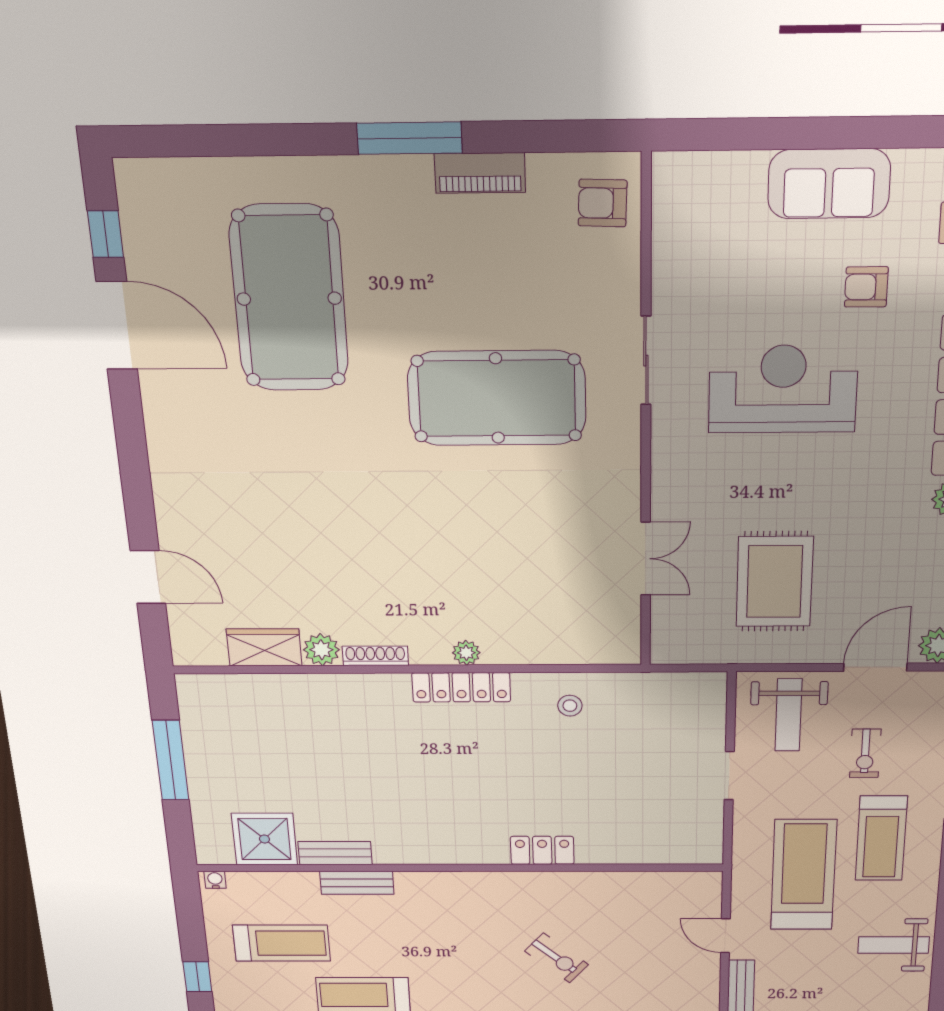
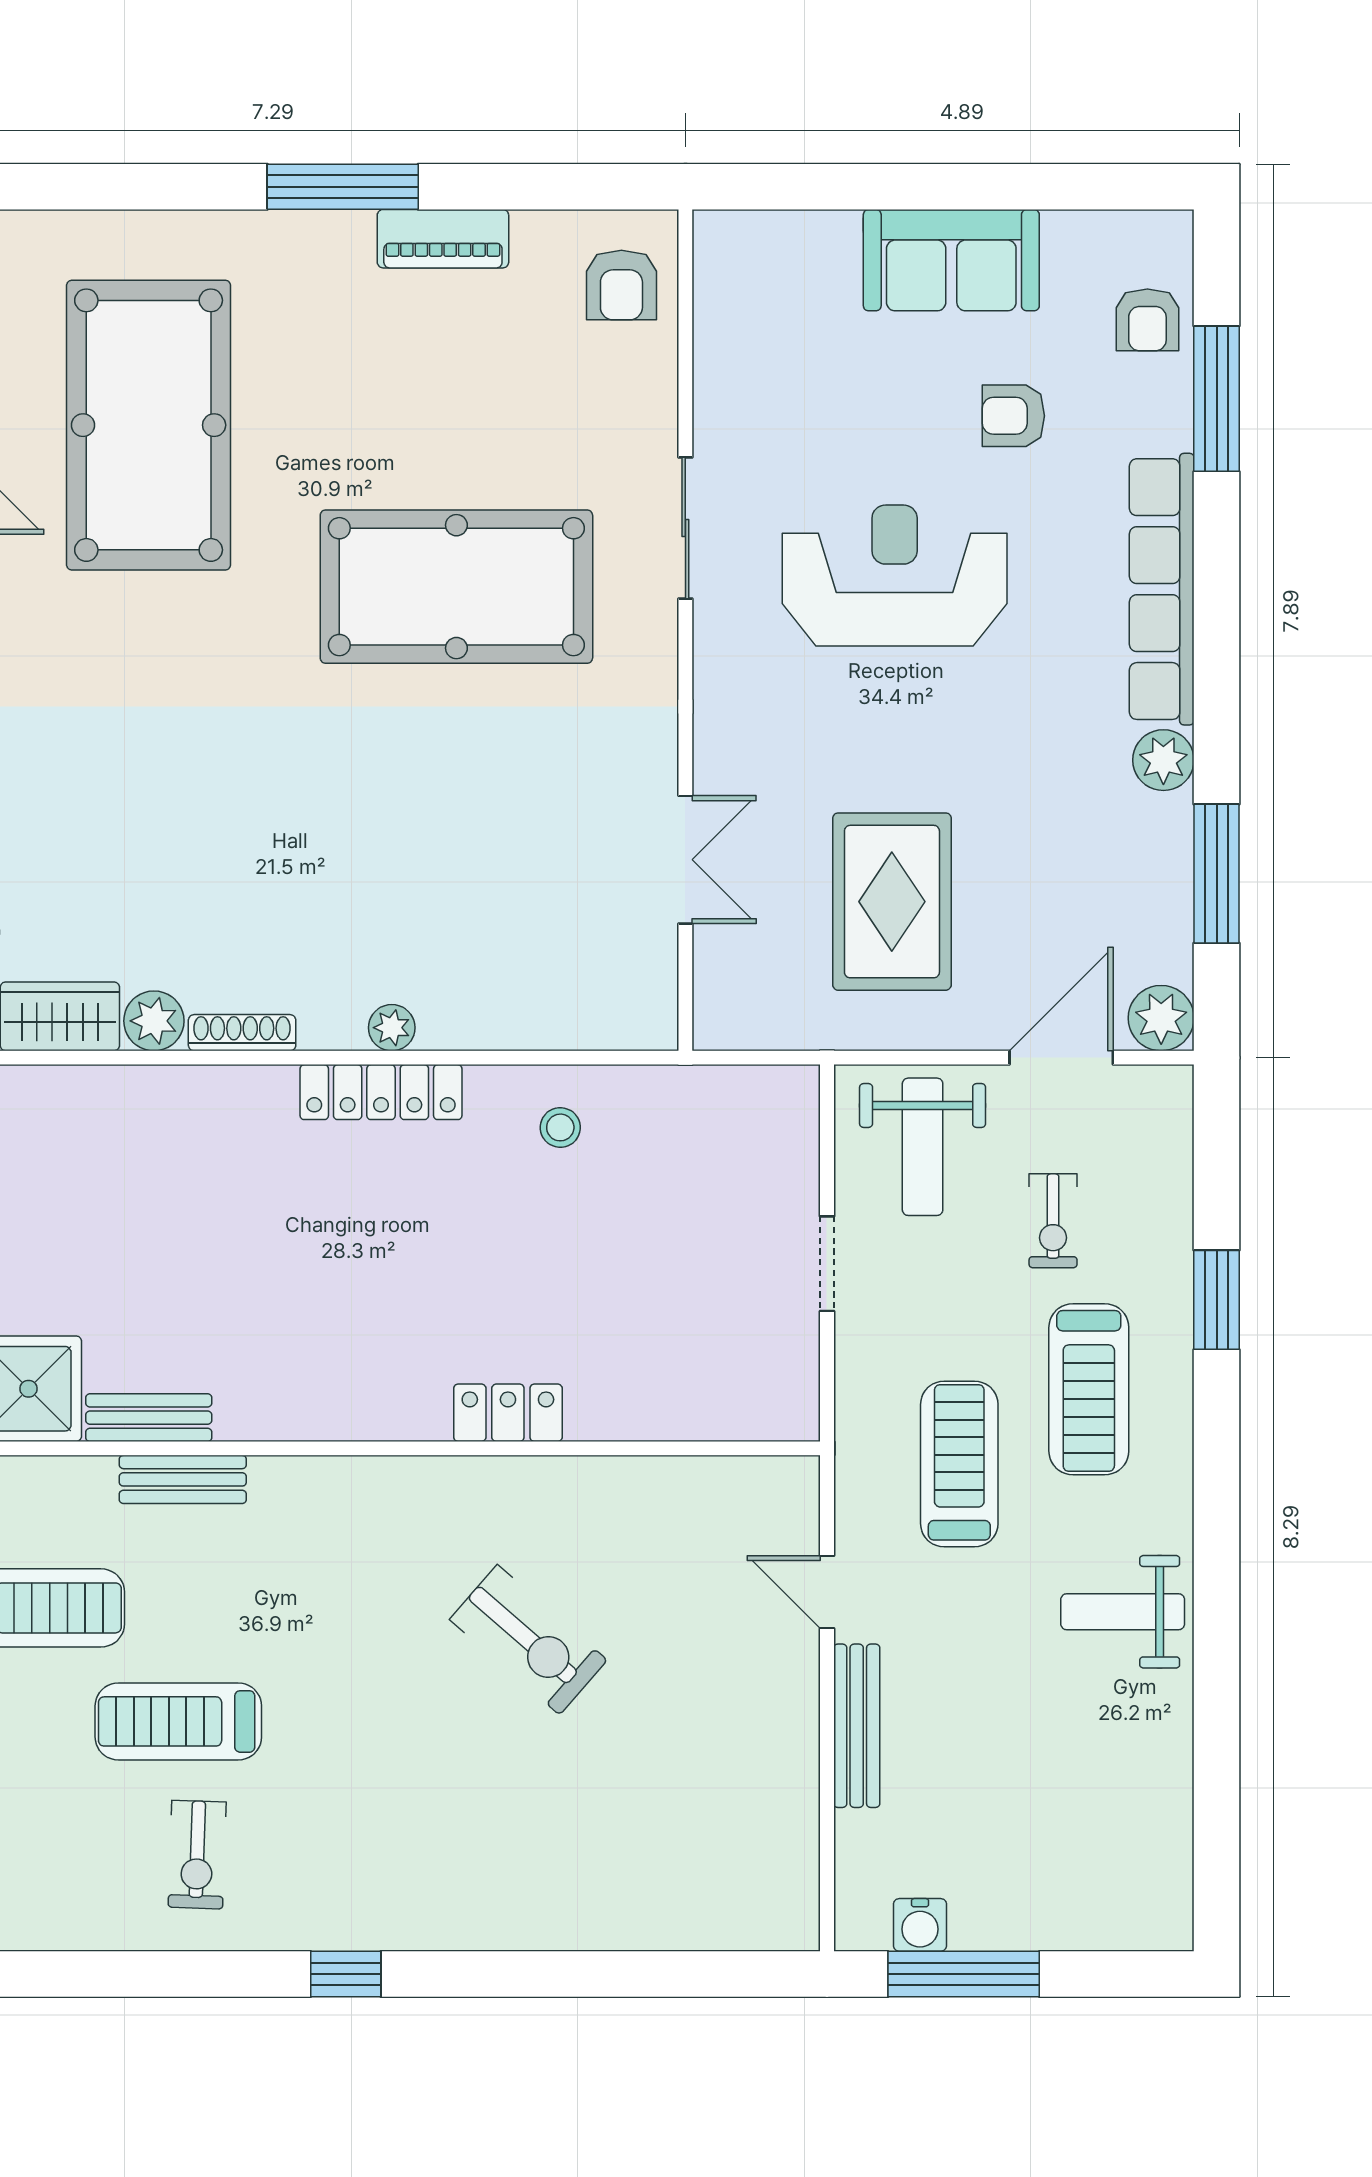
armchair: (603, 203) -> (621, 285), turned -92
treadmill: (804, 875) -> (959, 1464), width x0.73, depth x0.73
exercise bike: (557, 958) -> (528, 1640), width x1.38, depth x1.39

